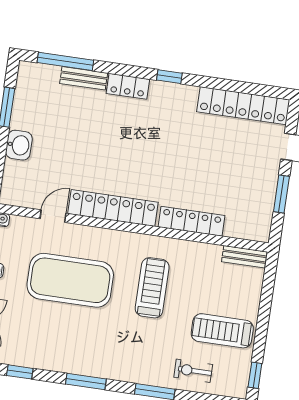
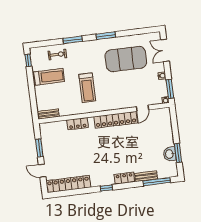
washbasin: (19, 145) -> (170, 154), moved
locker: (191, 221) -> (78, 124), width x0.66
exercise mat: (70, 280) -> (126, 59), moved
window: (20, 372) -> (138, 32), removed

